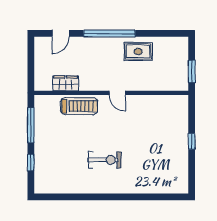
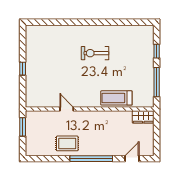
wardrobe: (66, 83) -> (143, 117), moved
door: (117, 93) -> (67, 109), moved

